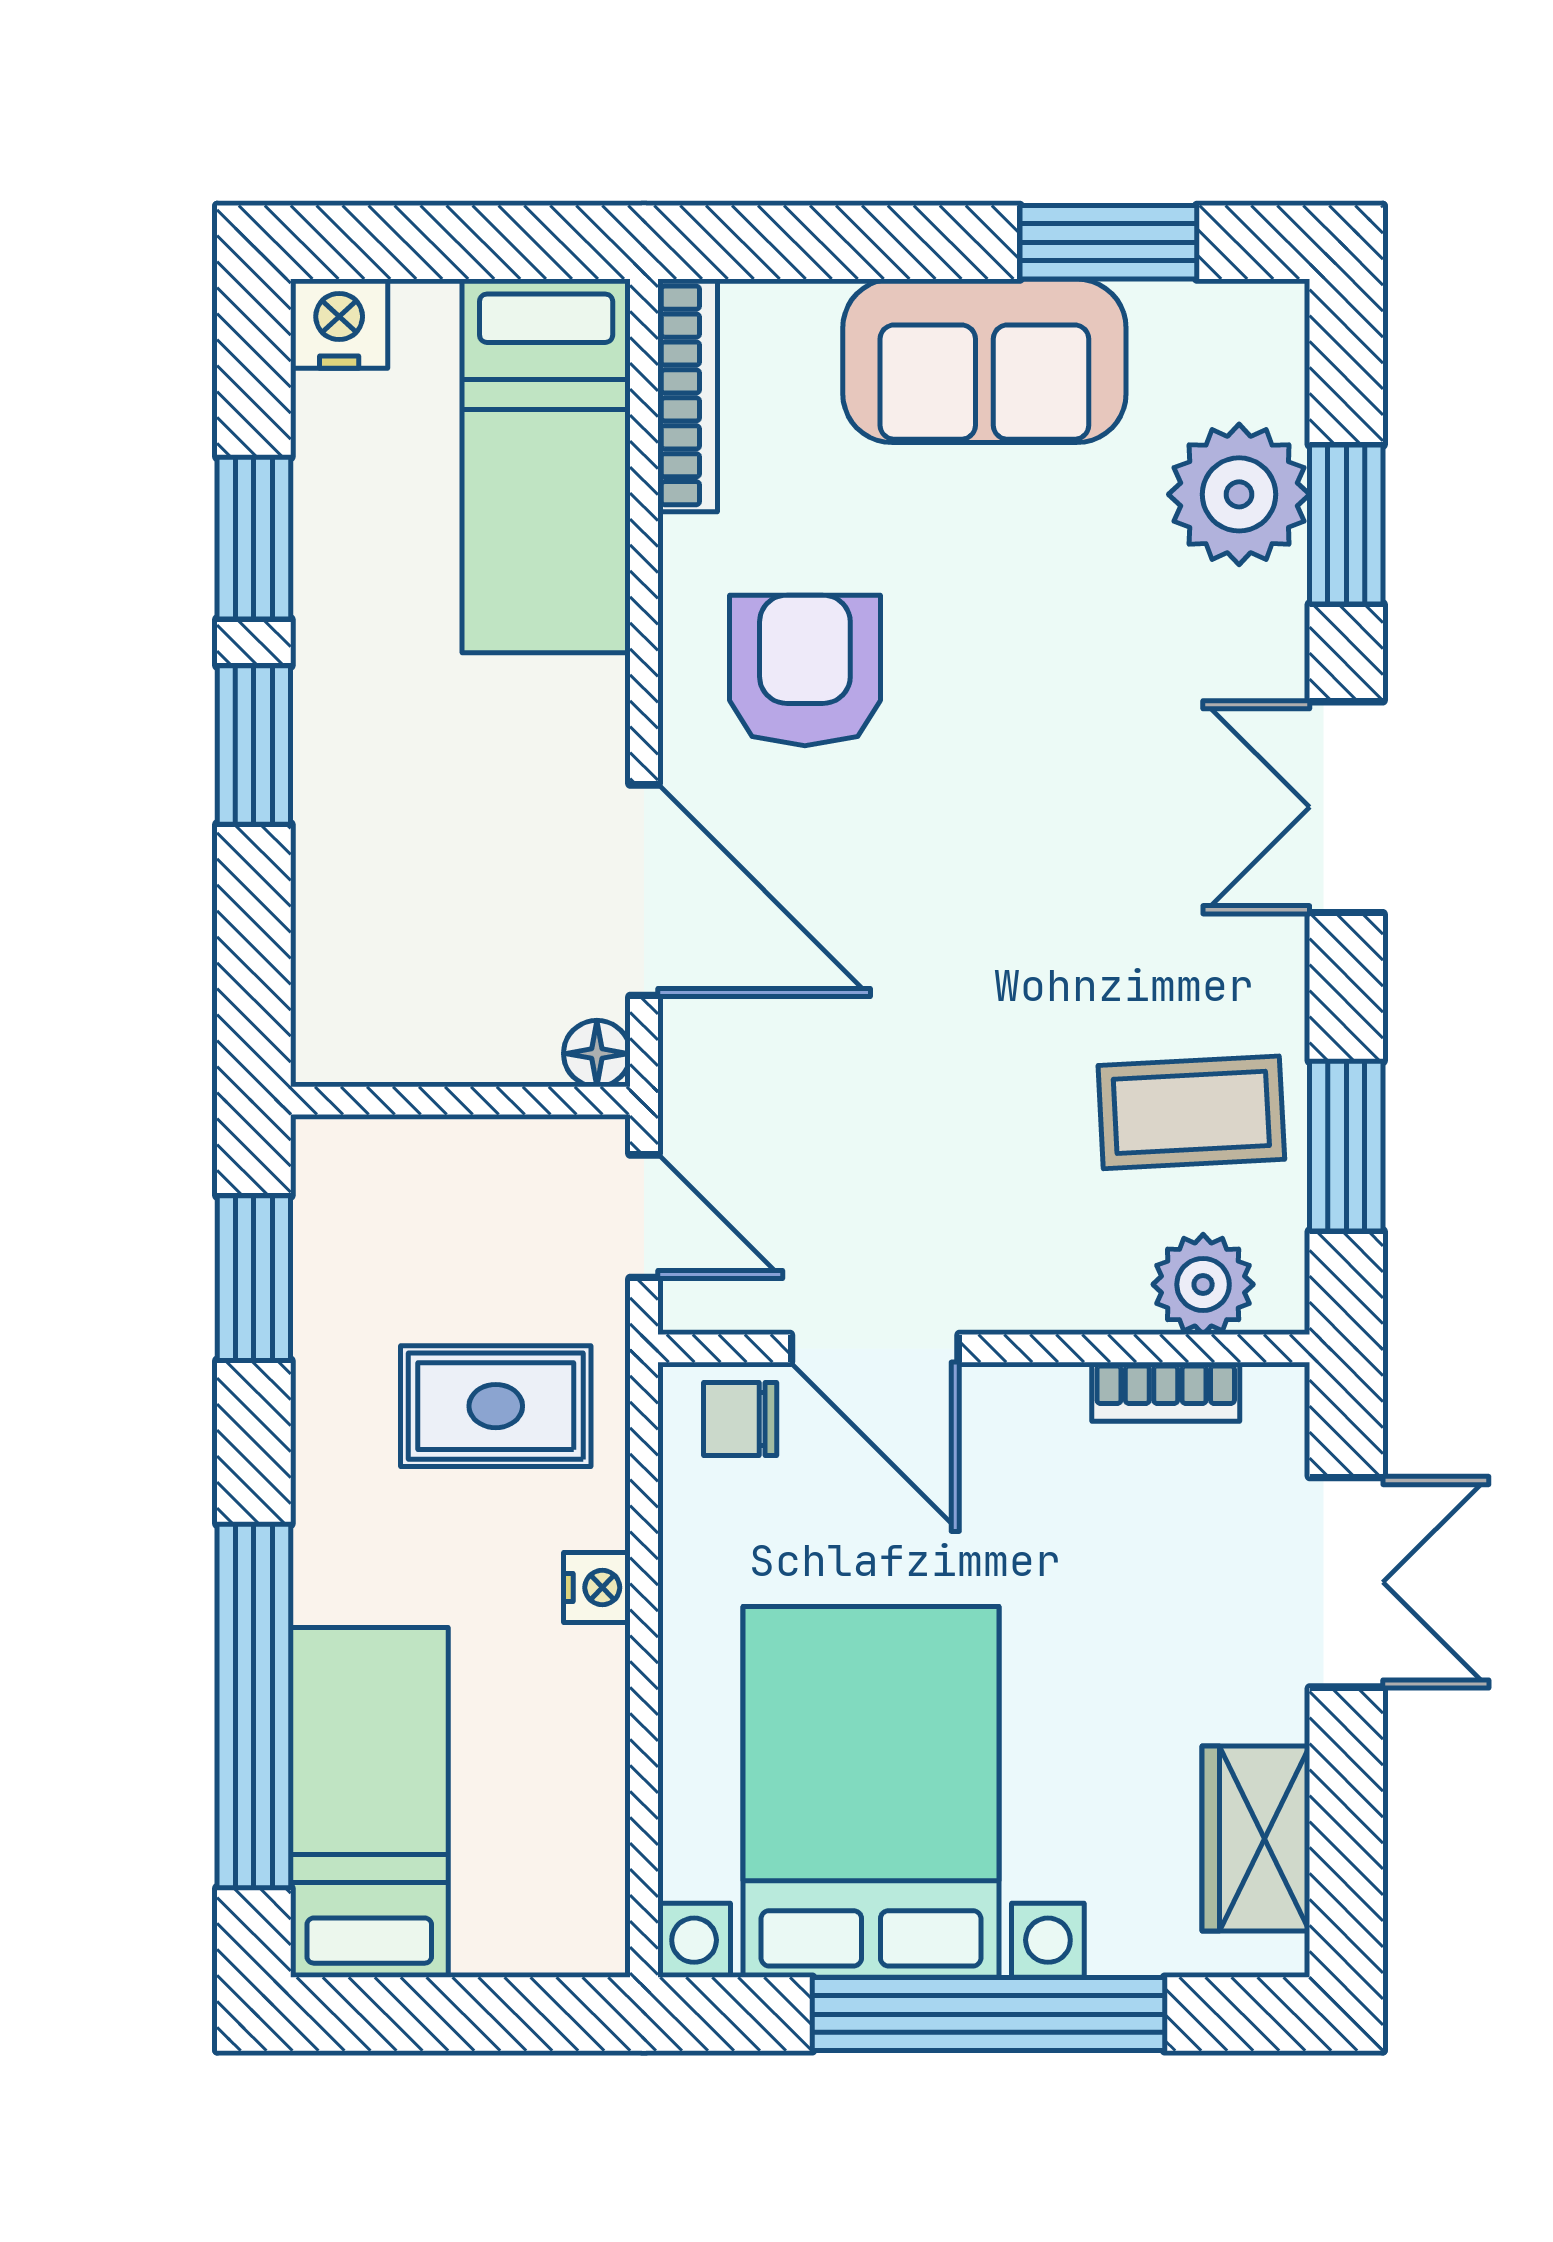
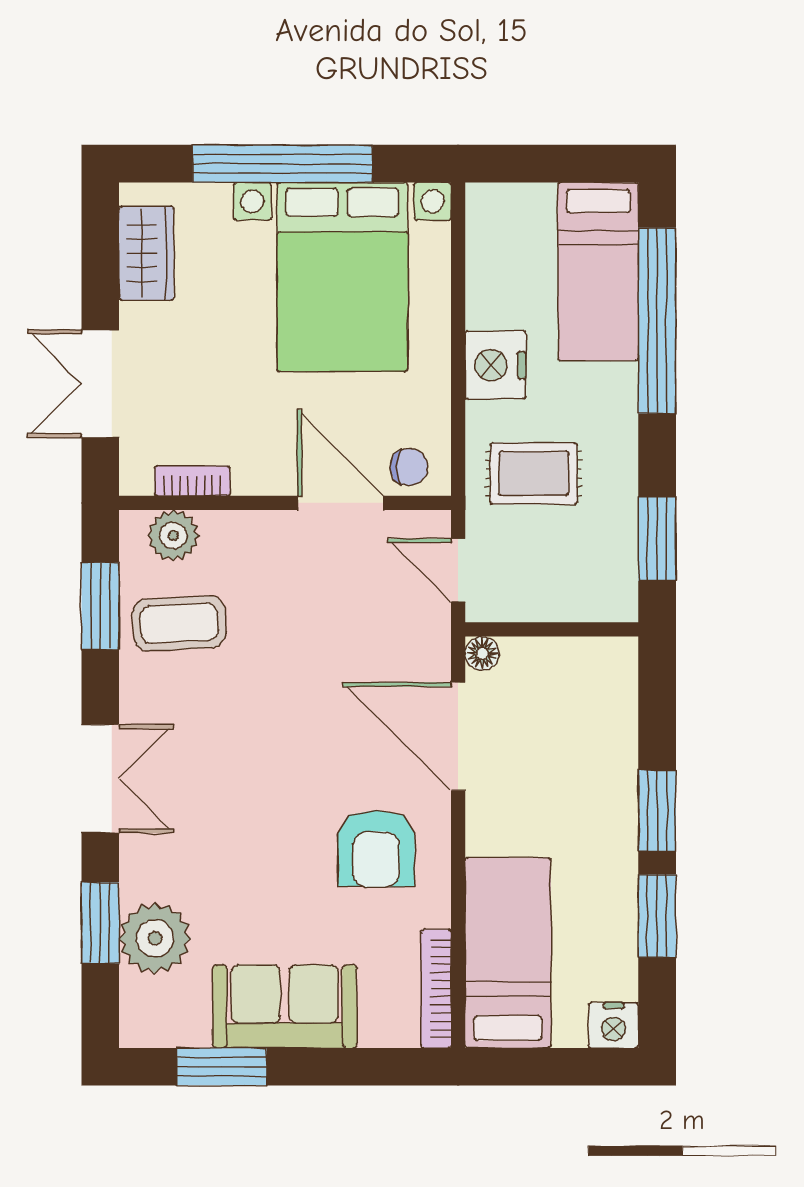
nightstand: (597, 1588) -> (496, 365), width x1.89, depth x1.79

